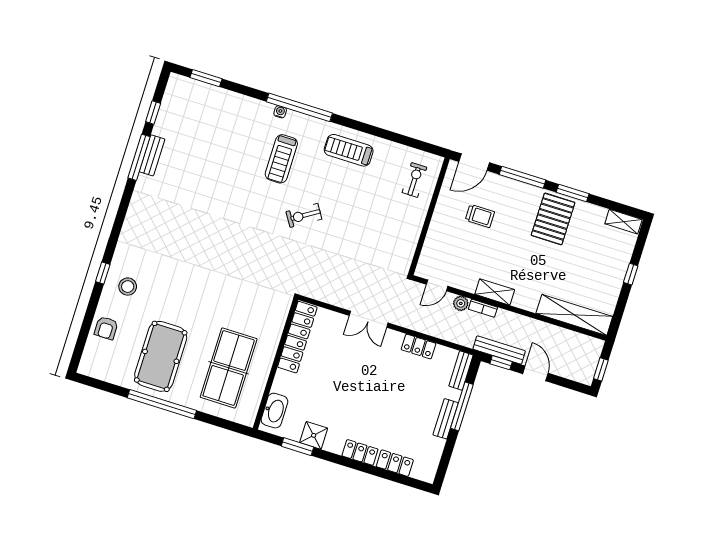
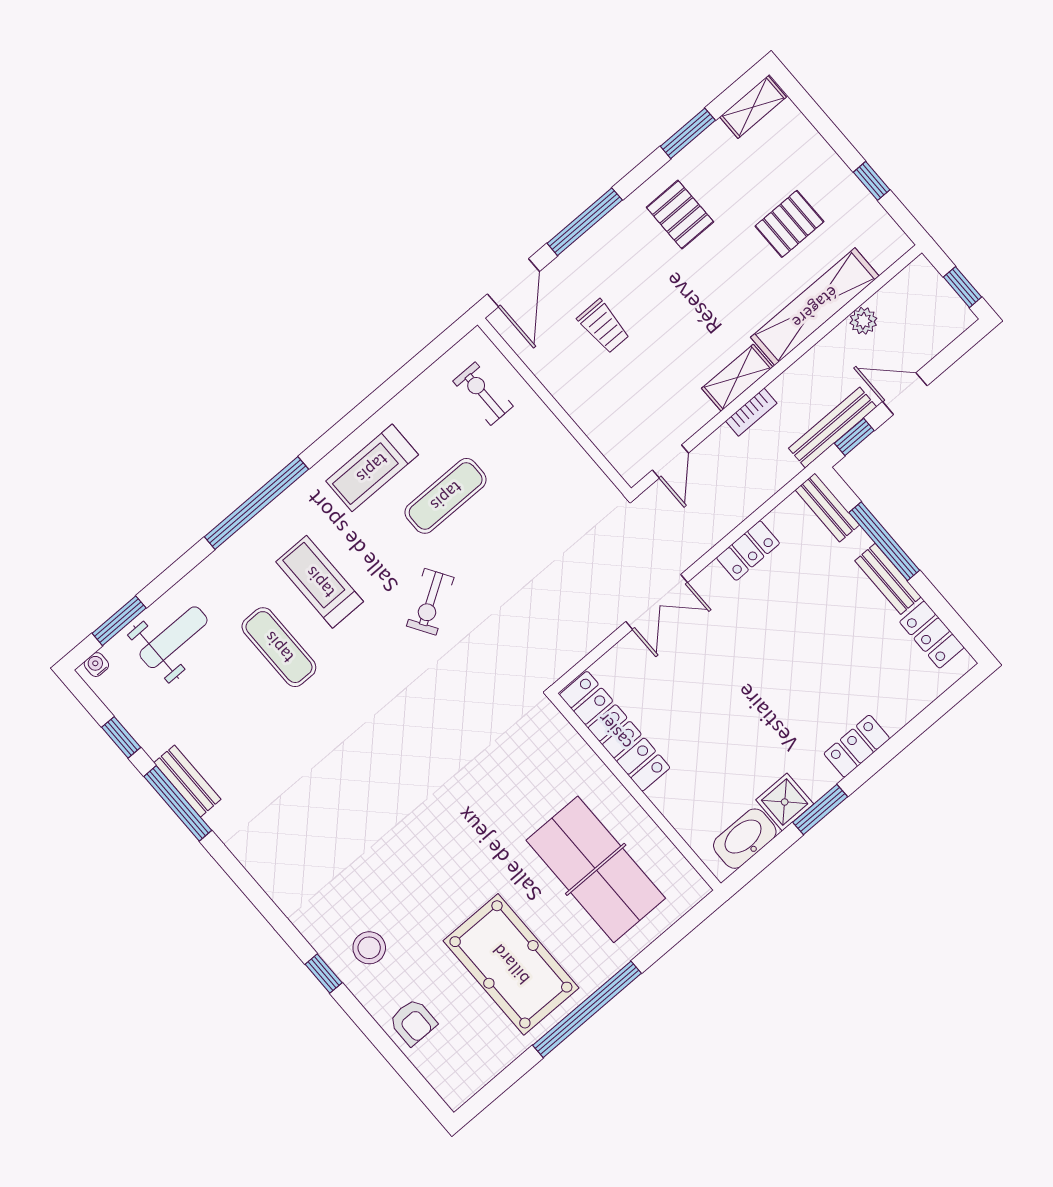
weight bench: (214, 108) -> (174, 637), added
water cooler: (280, 112) -> (96, 665), moved
exercise mat: (240, 159) -> (279, 647), added
treadmill: (281, 159) -> (320, 582), turned 180
exercise mat: (357, 192) -> (446, 496), added
window: (573, 193) -> (688, 133), moved
trolley: (480, 216) -> (604, 326), turned 90
pallet: (553, 219) -> (680, 215), width x0.67, depth x0.71
pallet: (580, 272) -> (789, 224), added
window: (631, 274) -> (872, 181), moved
plant: (461, 303) -> (863, 321), moved
shelving: (574, 315) -> (815, 307), moved
washbasin: (274, 411) -> (745, 839), moved, turned -90
window: (297, 447) -> (820, 809), moved
locker: (395, 463) -> (932, 635), moved, turned -90

